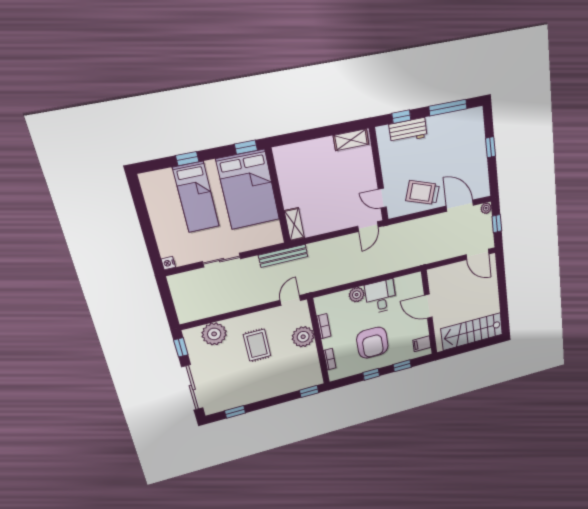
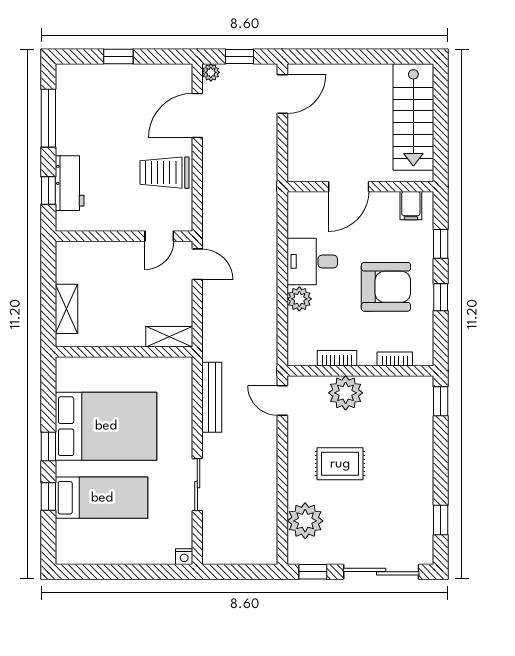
shelving: (351, 140) -> (67, 309), moved
window: (246, 147) -> (48, 446), moved
trolley: (423, 193) -> (164, 173), turned 71
wall: (278, 196) -> (124, 352), moved
shelving: (294, 224) -> (169, 337), moved

